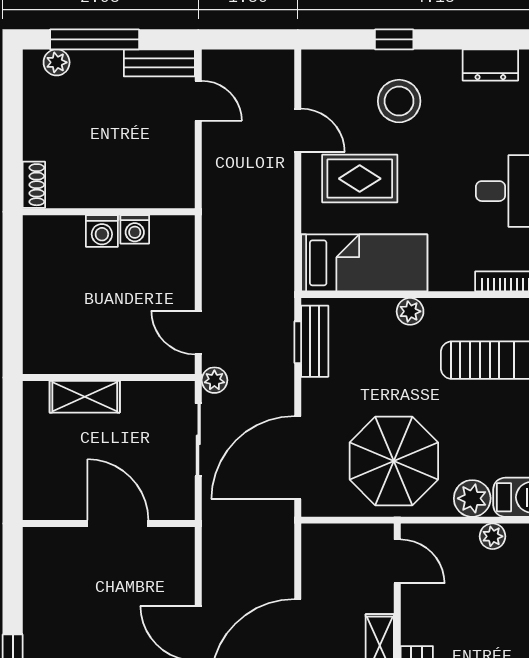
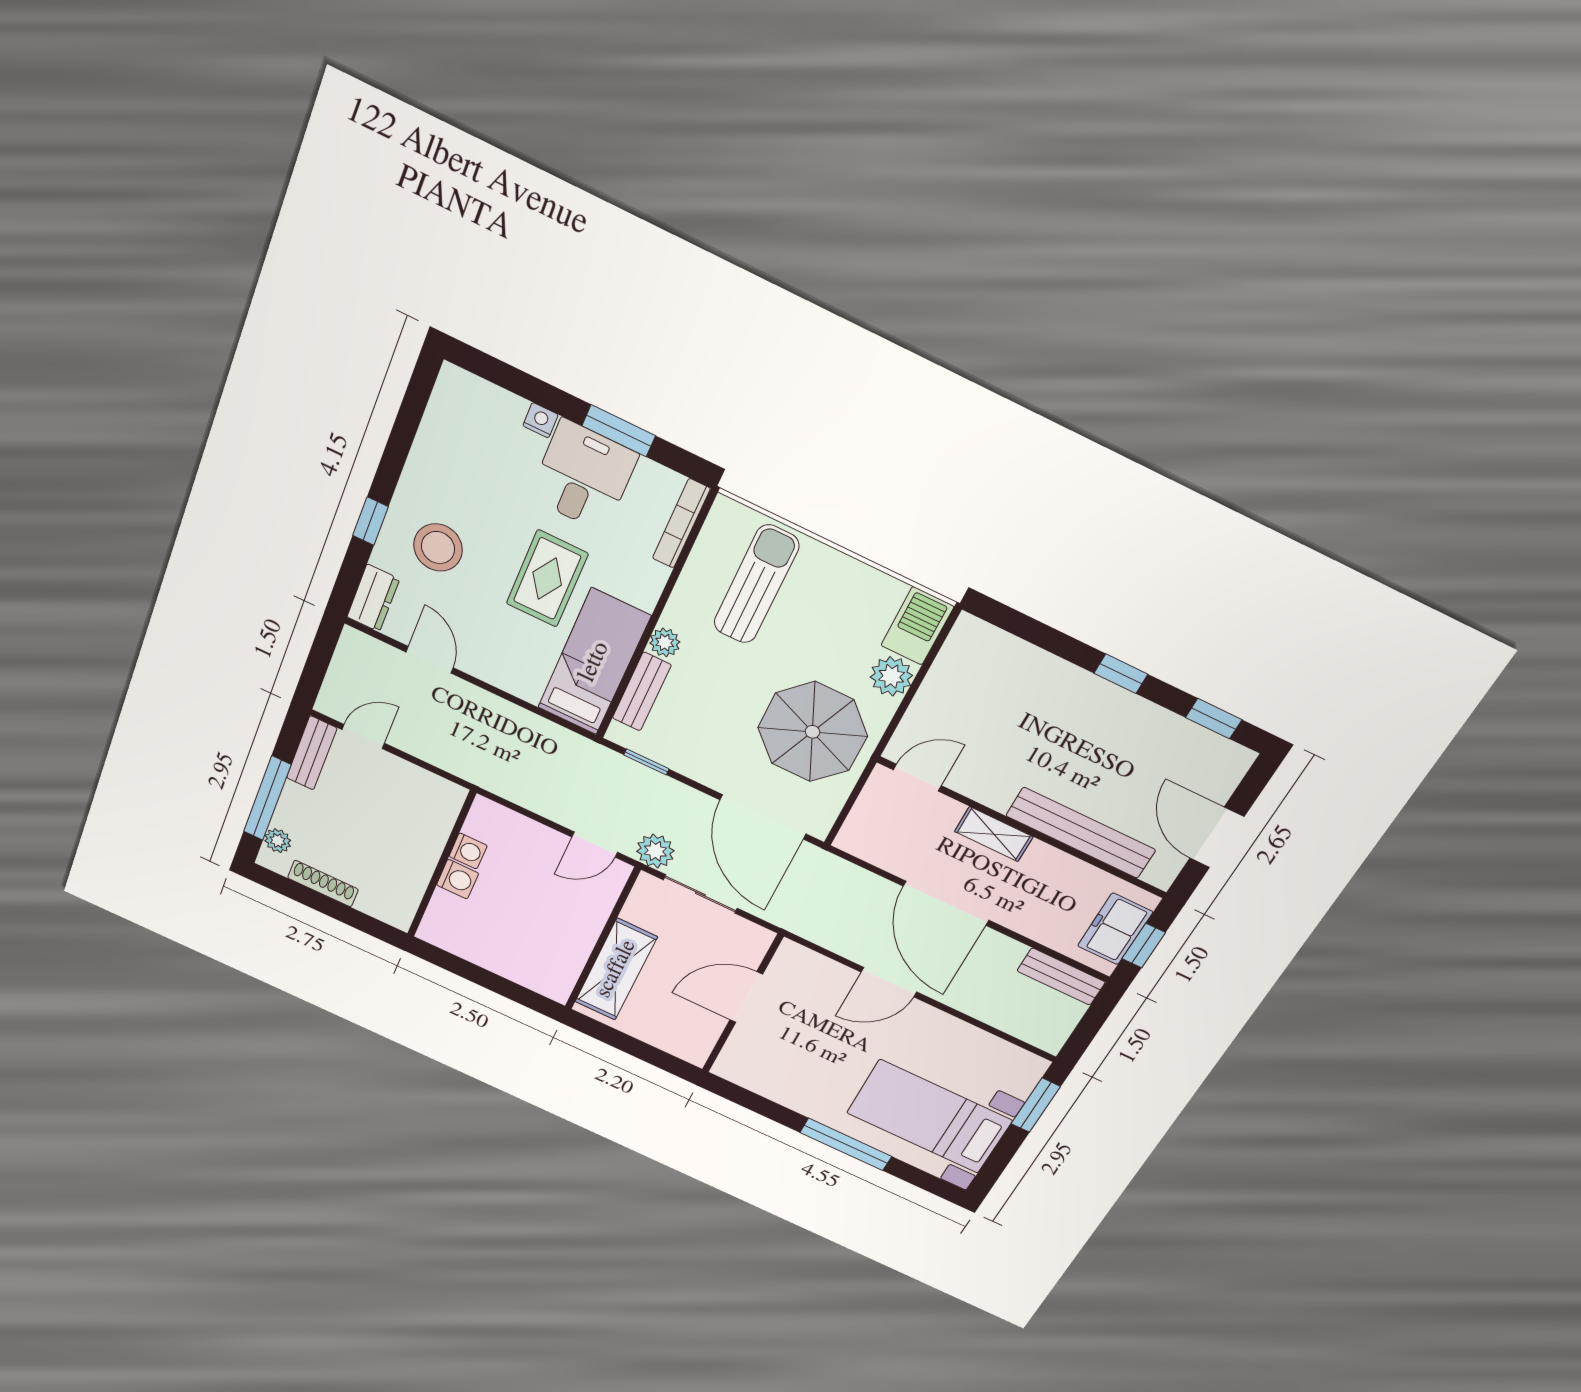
dresser: (490, 65) -> (373, 598), moved
door: (298, 130) -> (430, 660), hinge flipped
rug: (360, 179) -> (547, 579), moved
shoe rack: (34, 185) -> (323, 884), moved, width x1.43
bench: (315, 341) -> (642, 692), moved, turned 90
plant: (214, 380) -> (655, 851), width x1.38, depth x1.38
shelving: (85, 397) -> (616, 969), width x1.50, depth x1.33
plant: (493, 536) -> (942, 676), removed

